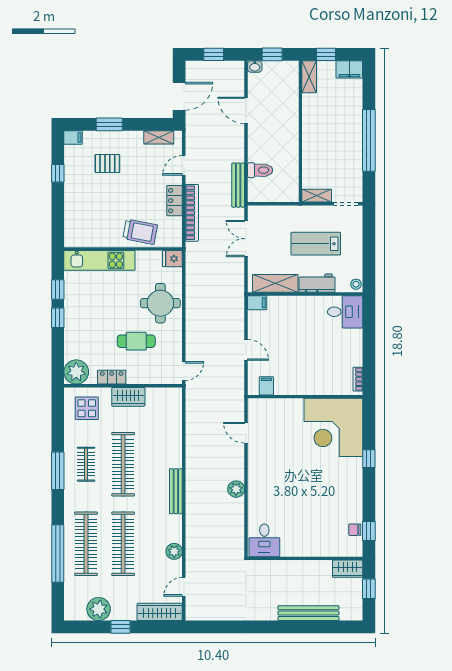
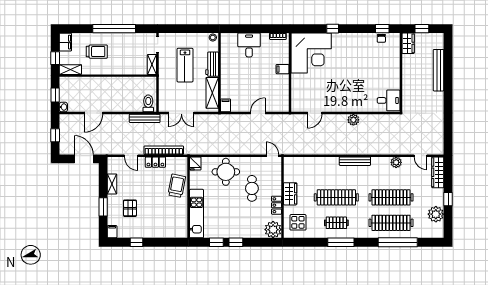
trolley: (336, 115) -> (97, 52), added
shelving: (159, 137) -> (112, 184), moved
toilet: (260, 170) -> (148, 103), moved
desk: (345, 312) -> (249, 45), moved
filing cabinet: (266, 386) -> (283, 69), moved

